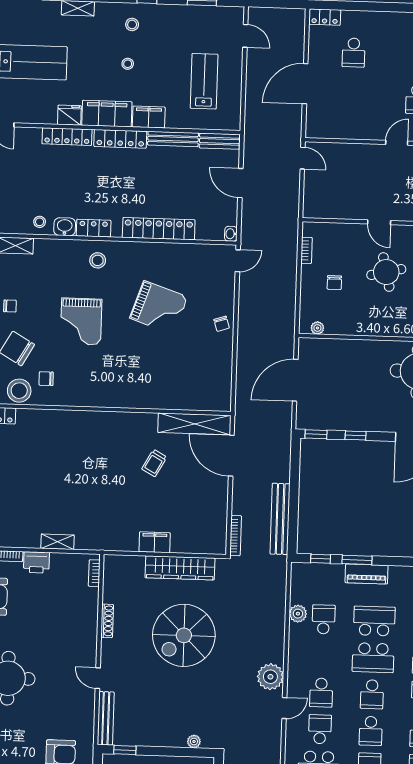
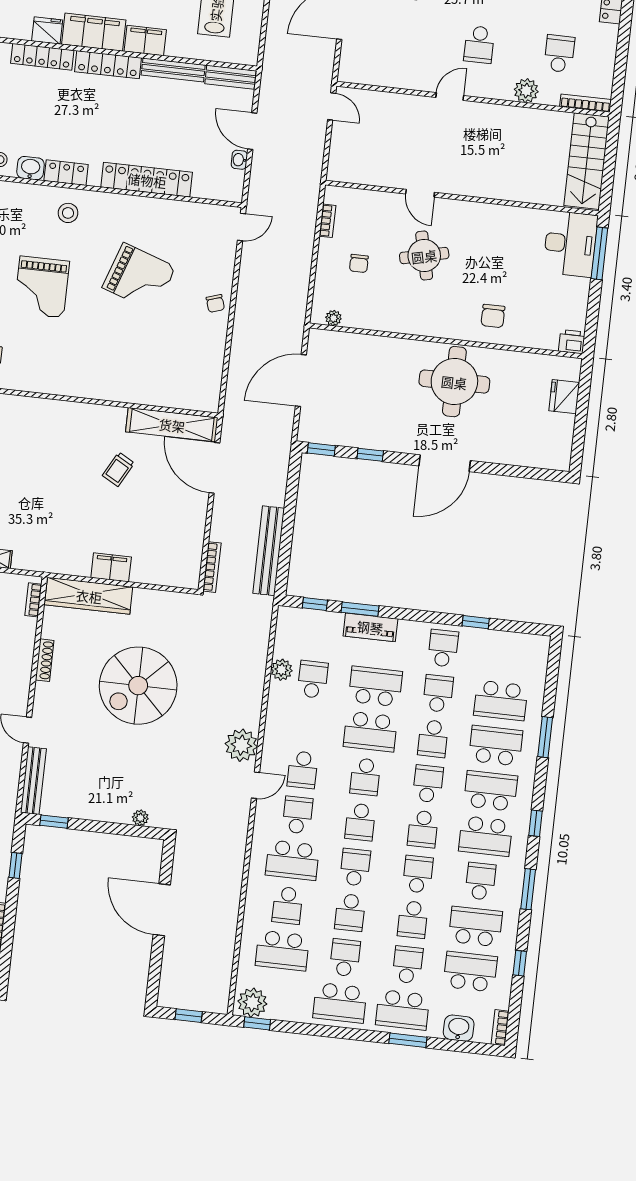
washbasin: (231, 234) -> (239, 160), moved
wardrobe: (180, 568) -> (89, 596), moved

